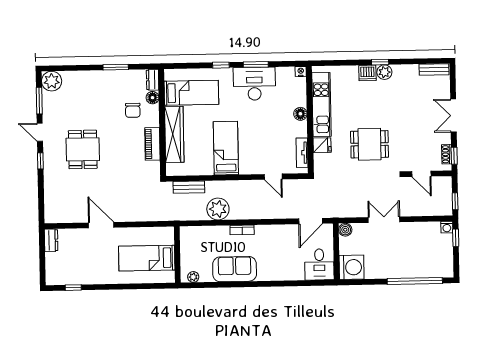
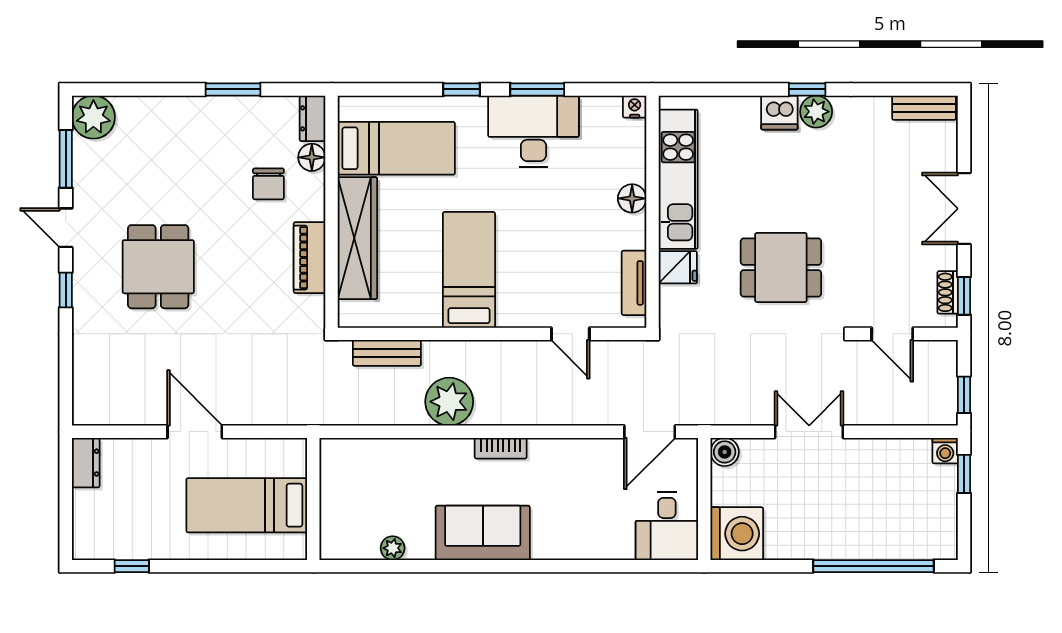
wall: (177, 255) -> (313, 499), moved
bed: (147, 258) -> (247, 505), moved

